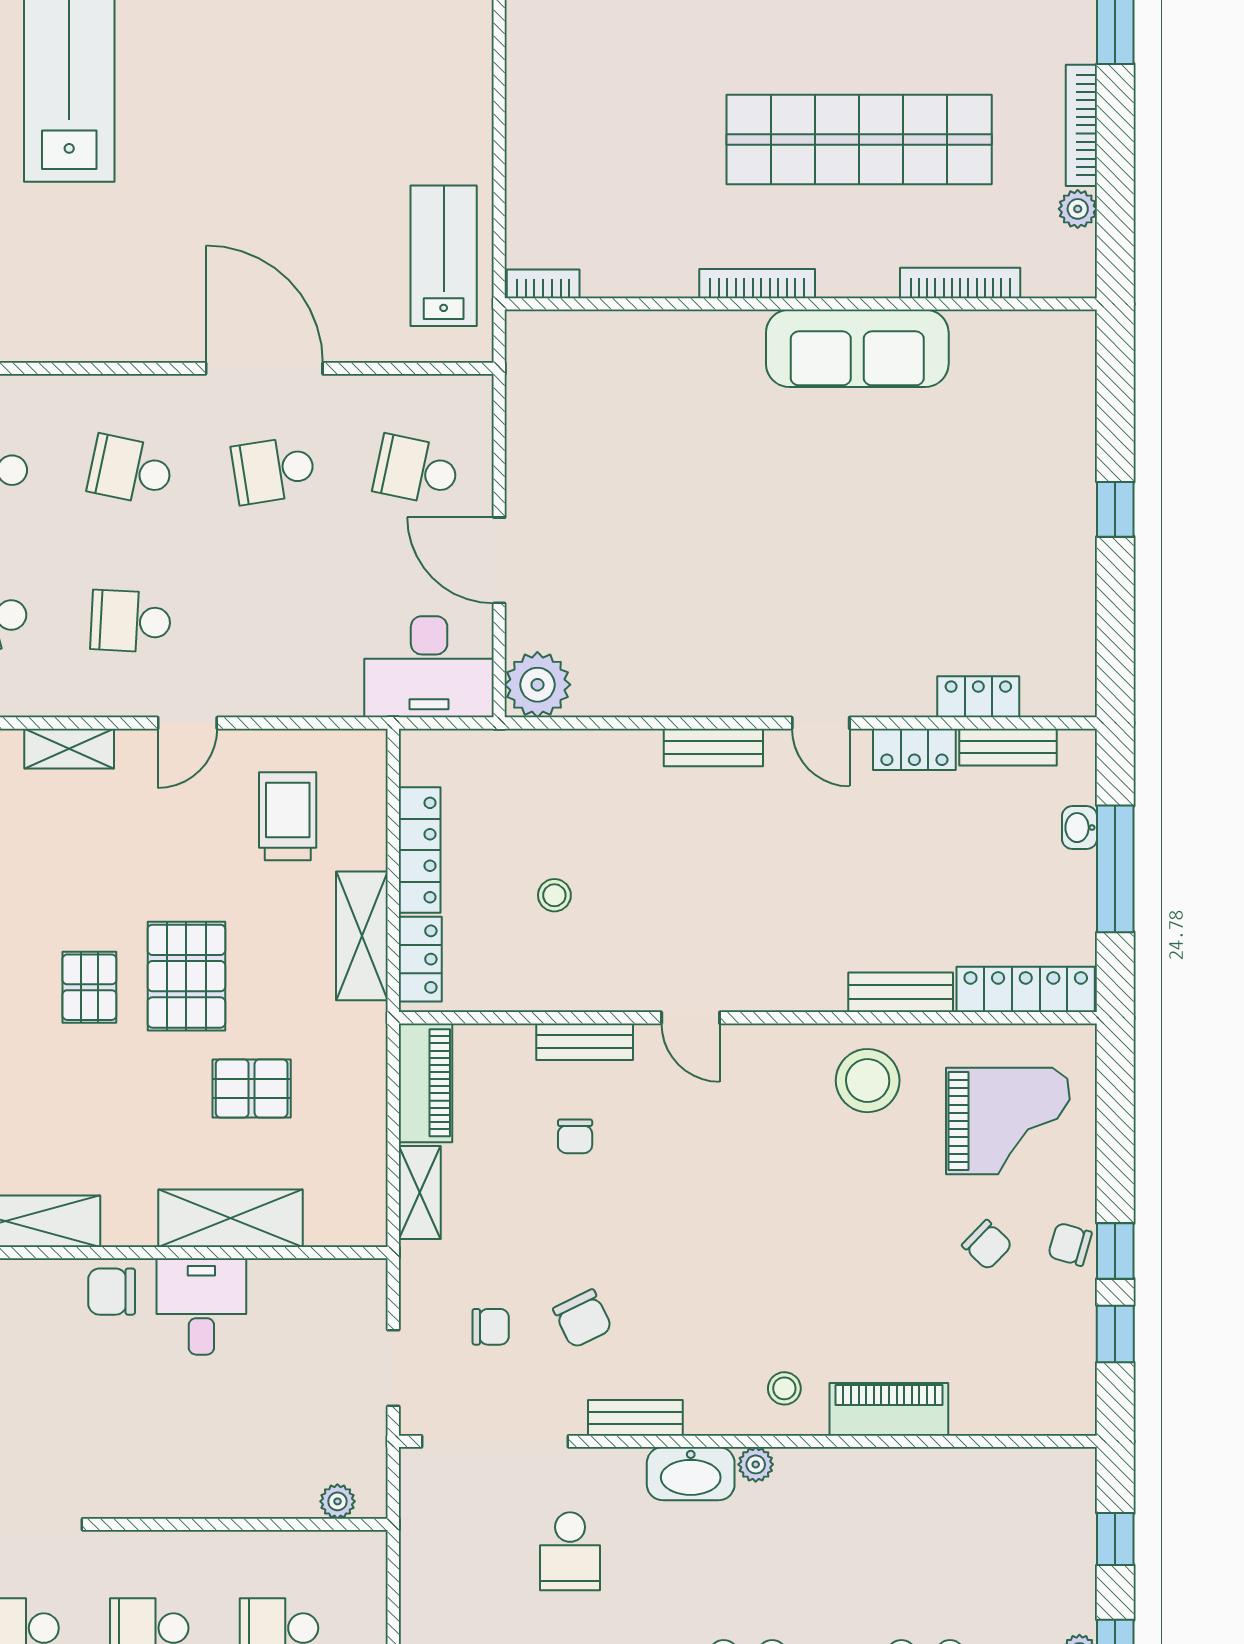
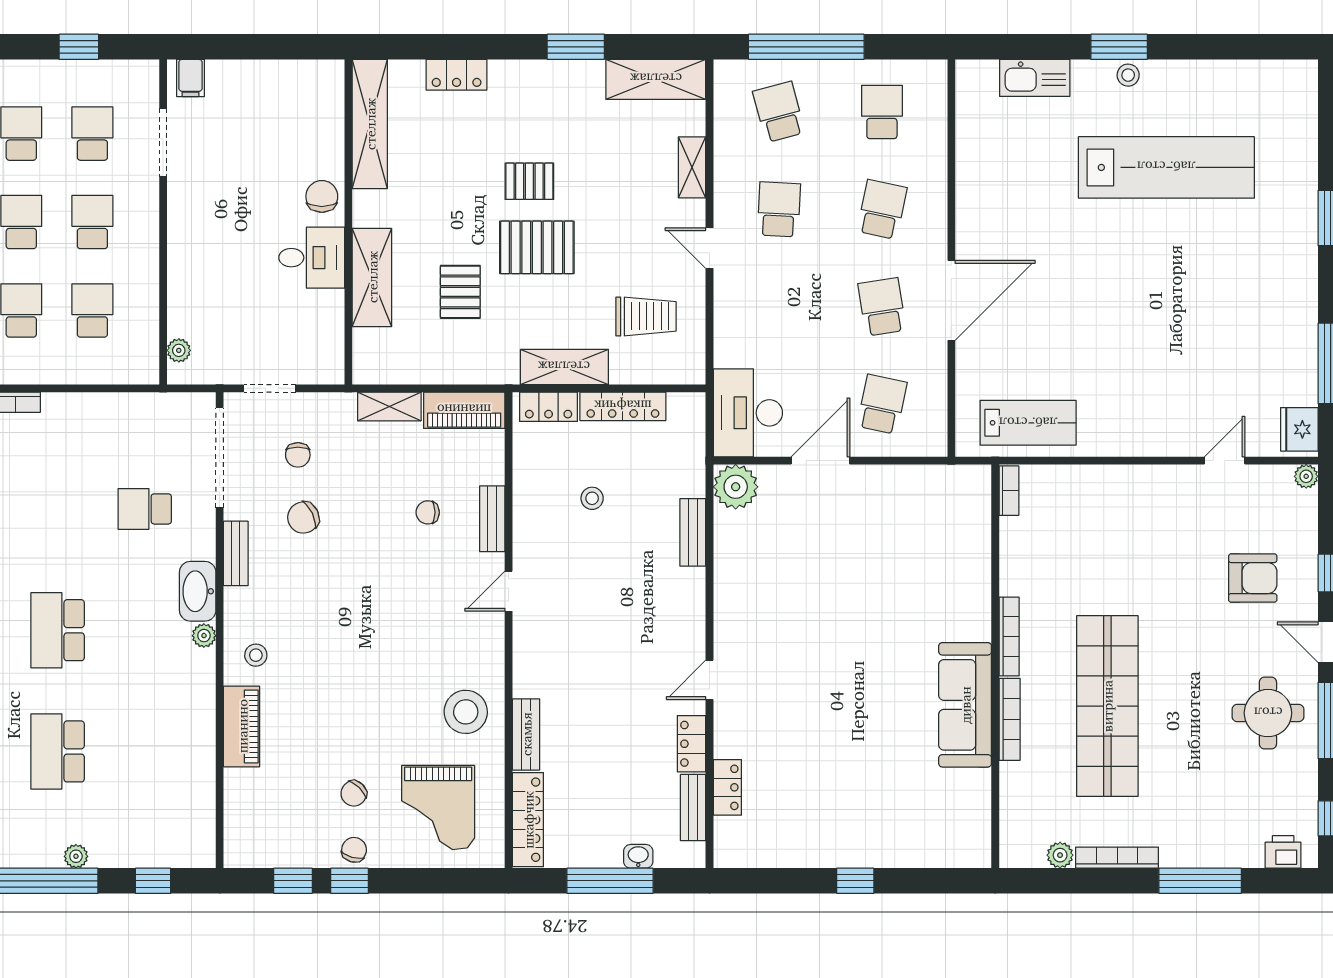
bookcase: (960, 283) -> (1010, 719), moved
bench: (713, 747) -> (693, 532), moved

